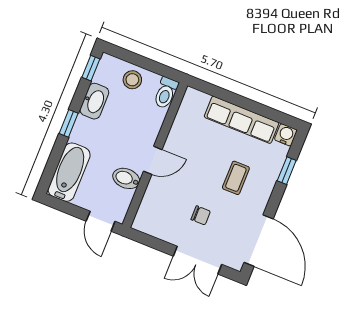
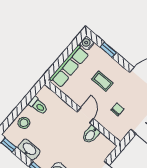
wall: (155, 155) -> (83, 113), moved
door: (153, 160) -> (85, 115), moved
bidet: (126, 178) -> (91, 135), moved

